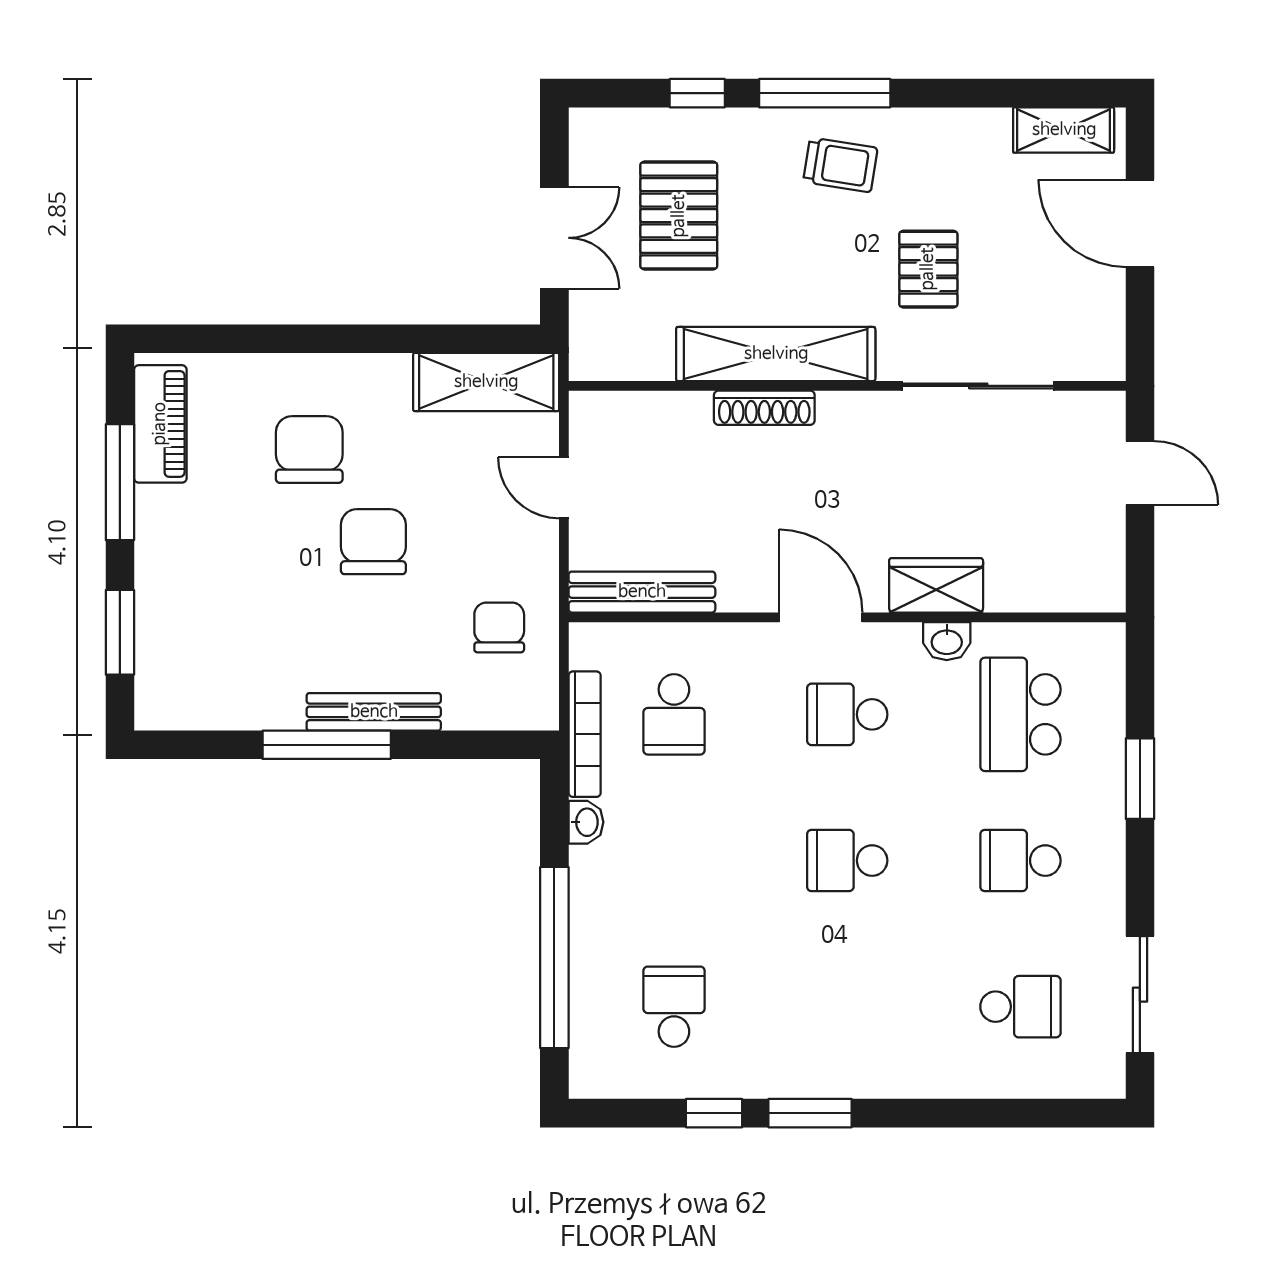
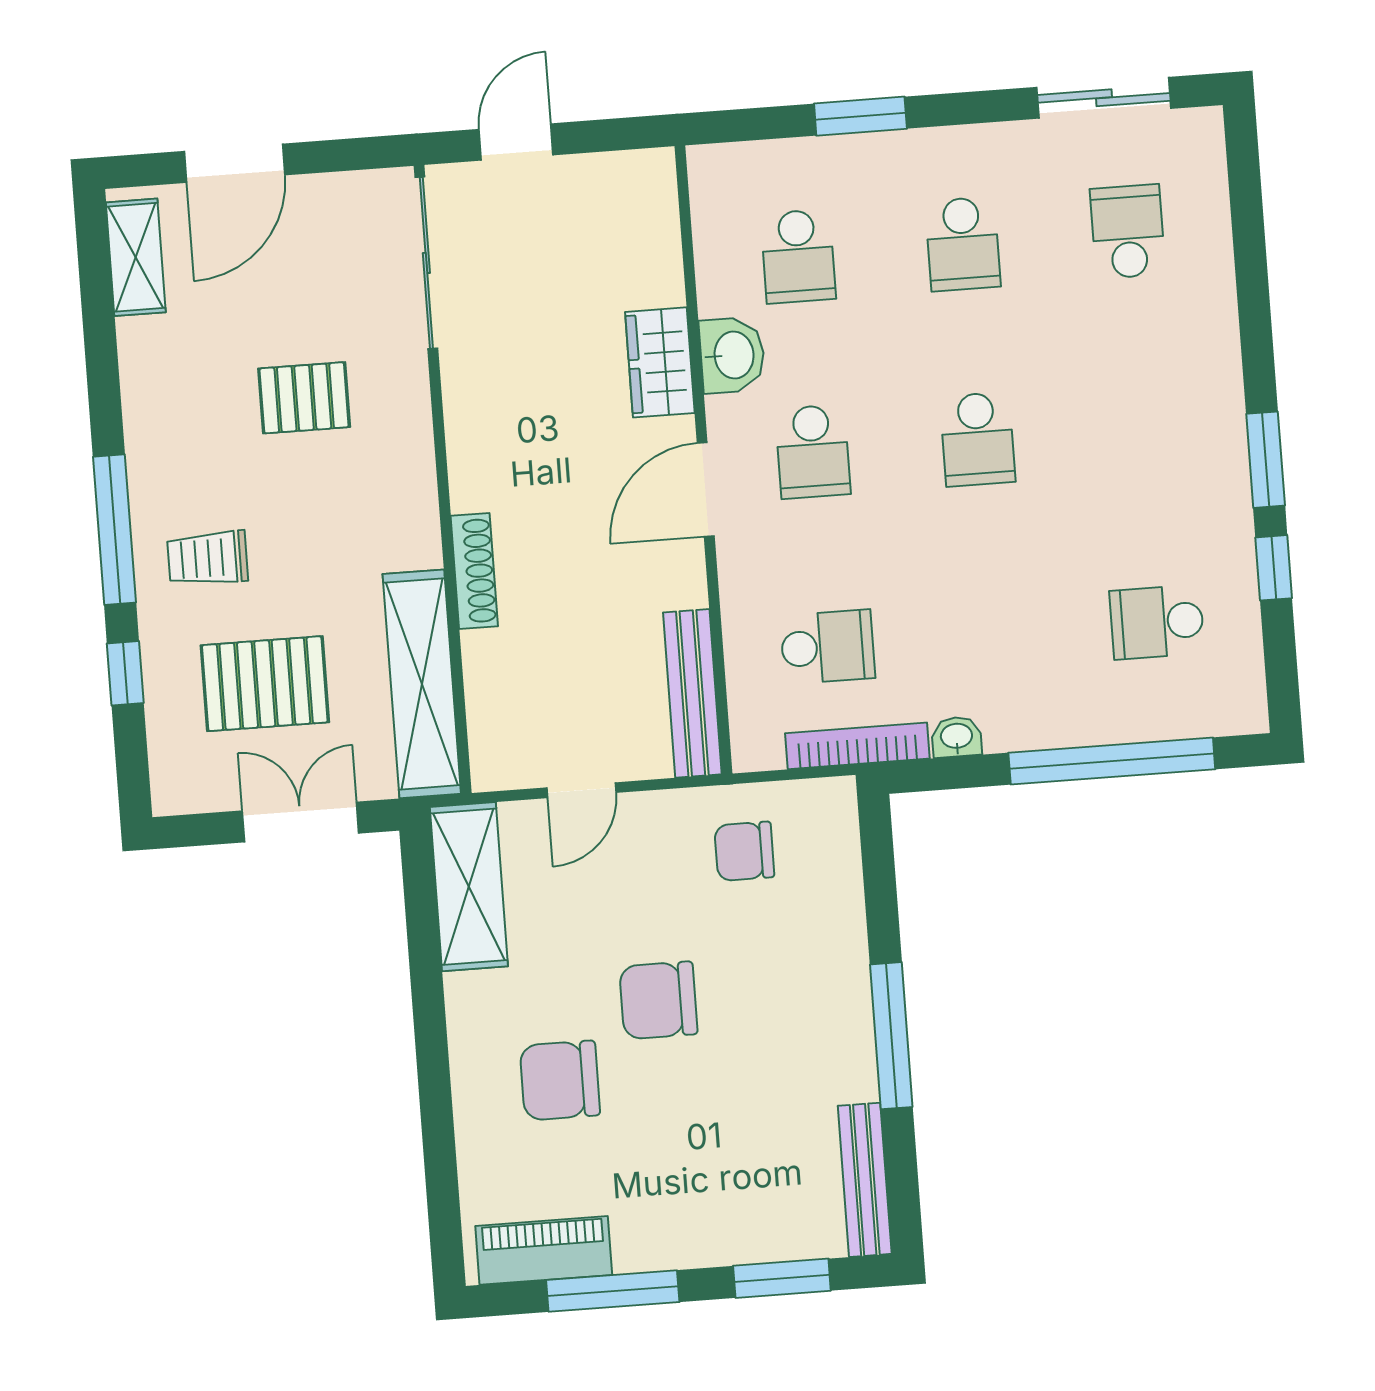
trolley: (840, 165) -> (208, 558), moved, turned -99
shelving: (776, 354) -> (422, 684), moved
sliding door: (978, 386) -> (426, 263), moved
washbasin: (947, 641) -> (732, 355), width x1.38, depth x1.45
bench: (374, 712) -> (865, 1180), moved
school desk: (1020, 714) -> (798, 256), width x0.54

